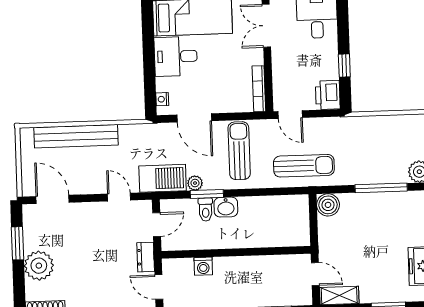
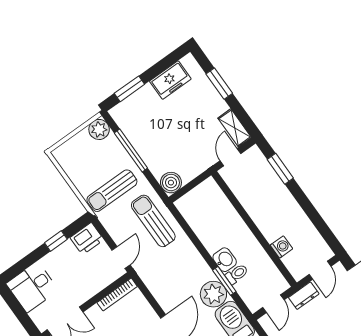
sun lounger: (239, 151) -> (112, 191), moved
plant: (195, 183) -> (213, 294), width x1.87, depth x1.87
door: (157, 225) -> (273, 304), swing flipped

